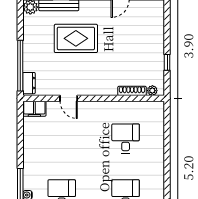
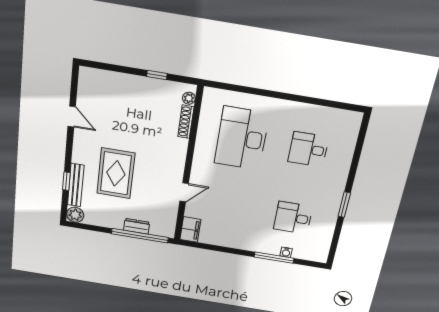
dresser: (29, 83) -> (137, 226), moved
desk: (126, 138) -> (242, 138), width x1.87, depth x1.30

